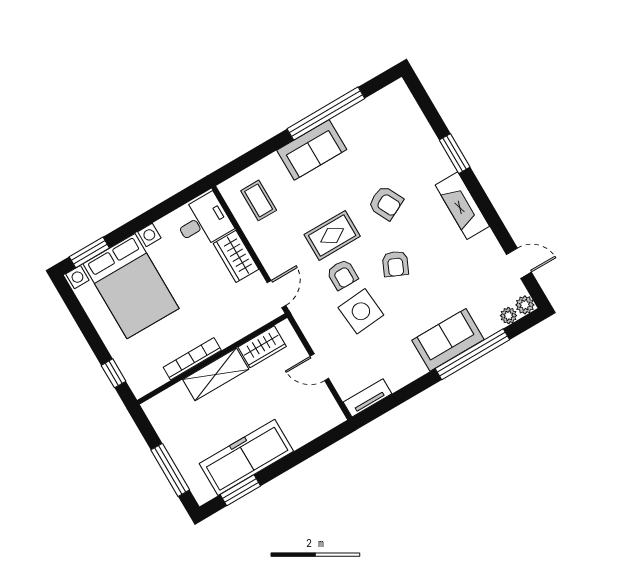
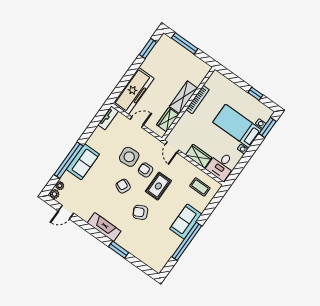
bed with nightstands: (131, 286) -> (237, 126), width x0.73
window: (114, 373) -> (255, 94), moved
freezer: (246, 457) -> (134, 91), moved

